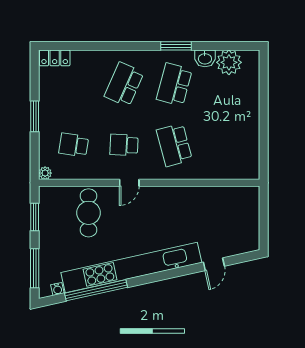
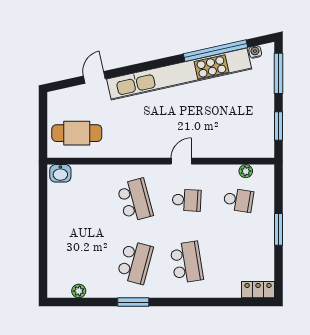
washbasin: (205, 58) -> (60, 173), moved, turned 180
plant: (229, 62) -> (79, 291), width x0.53, depth x0.53
school desk: (124, 84) -> (187, 262), turned -33
plant: (45, 173) -> (246, 171), moved
cafe table: (89, 213) -> (77, 133), moved, turned 90

